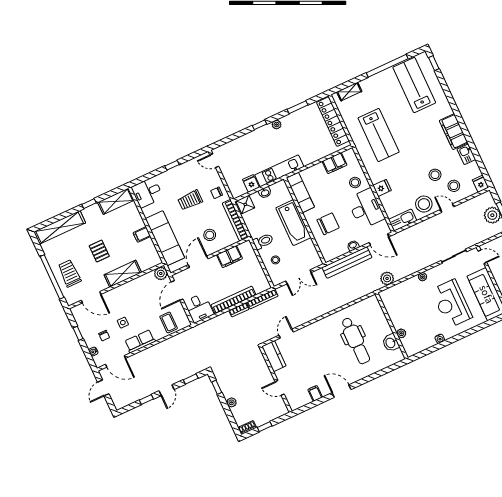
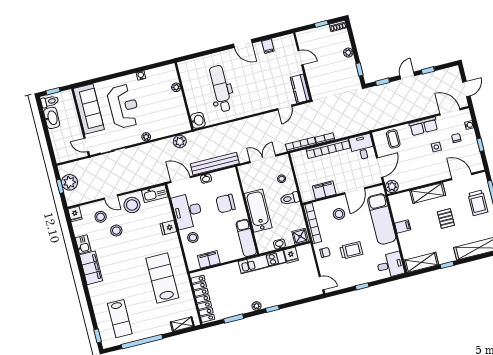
lab bench: (414, 85) -> (120, 319), width x0.73, depth x0.72
washbasin: (391, 343) -> (198, 120), moved

